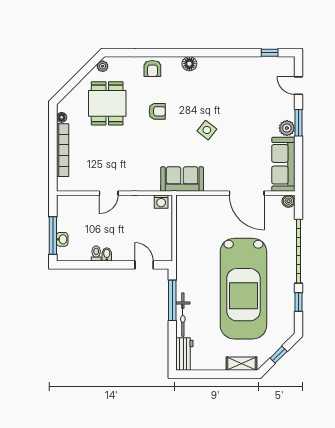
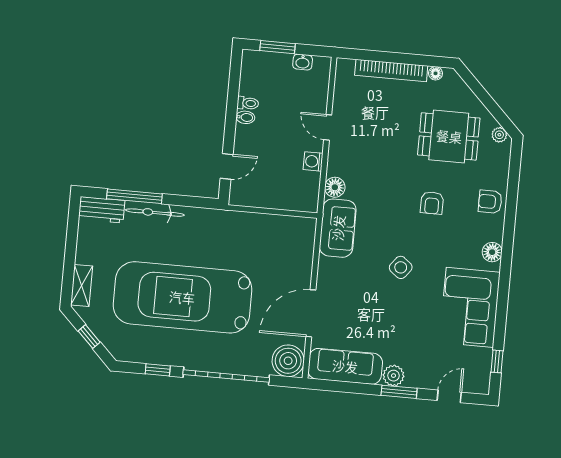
corner sofa: (232, 76) -> (470, 307), added
floor lamp: (152, 184) -> (335, 187), added
boiler: (288, 201) -> (288, 361), width x1.86, depth x1.86
washing machine: (161, 202) -> (313, 161), moved
window: (53, 235) -> (278, 47), width x0.69
washbasin: (62, 239) -> (303, 62), moved
window: (172, 300) -> (134, 196), moved

